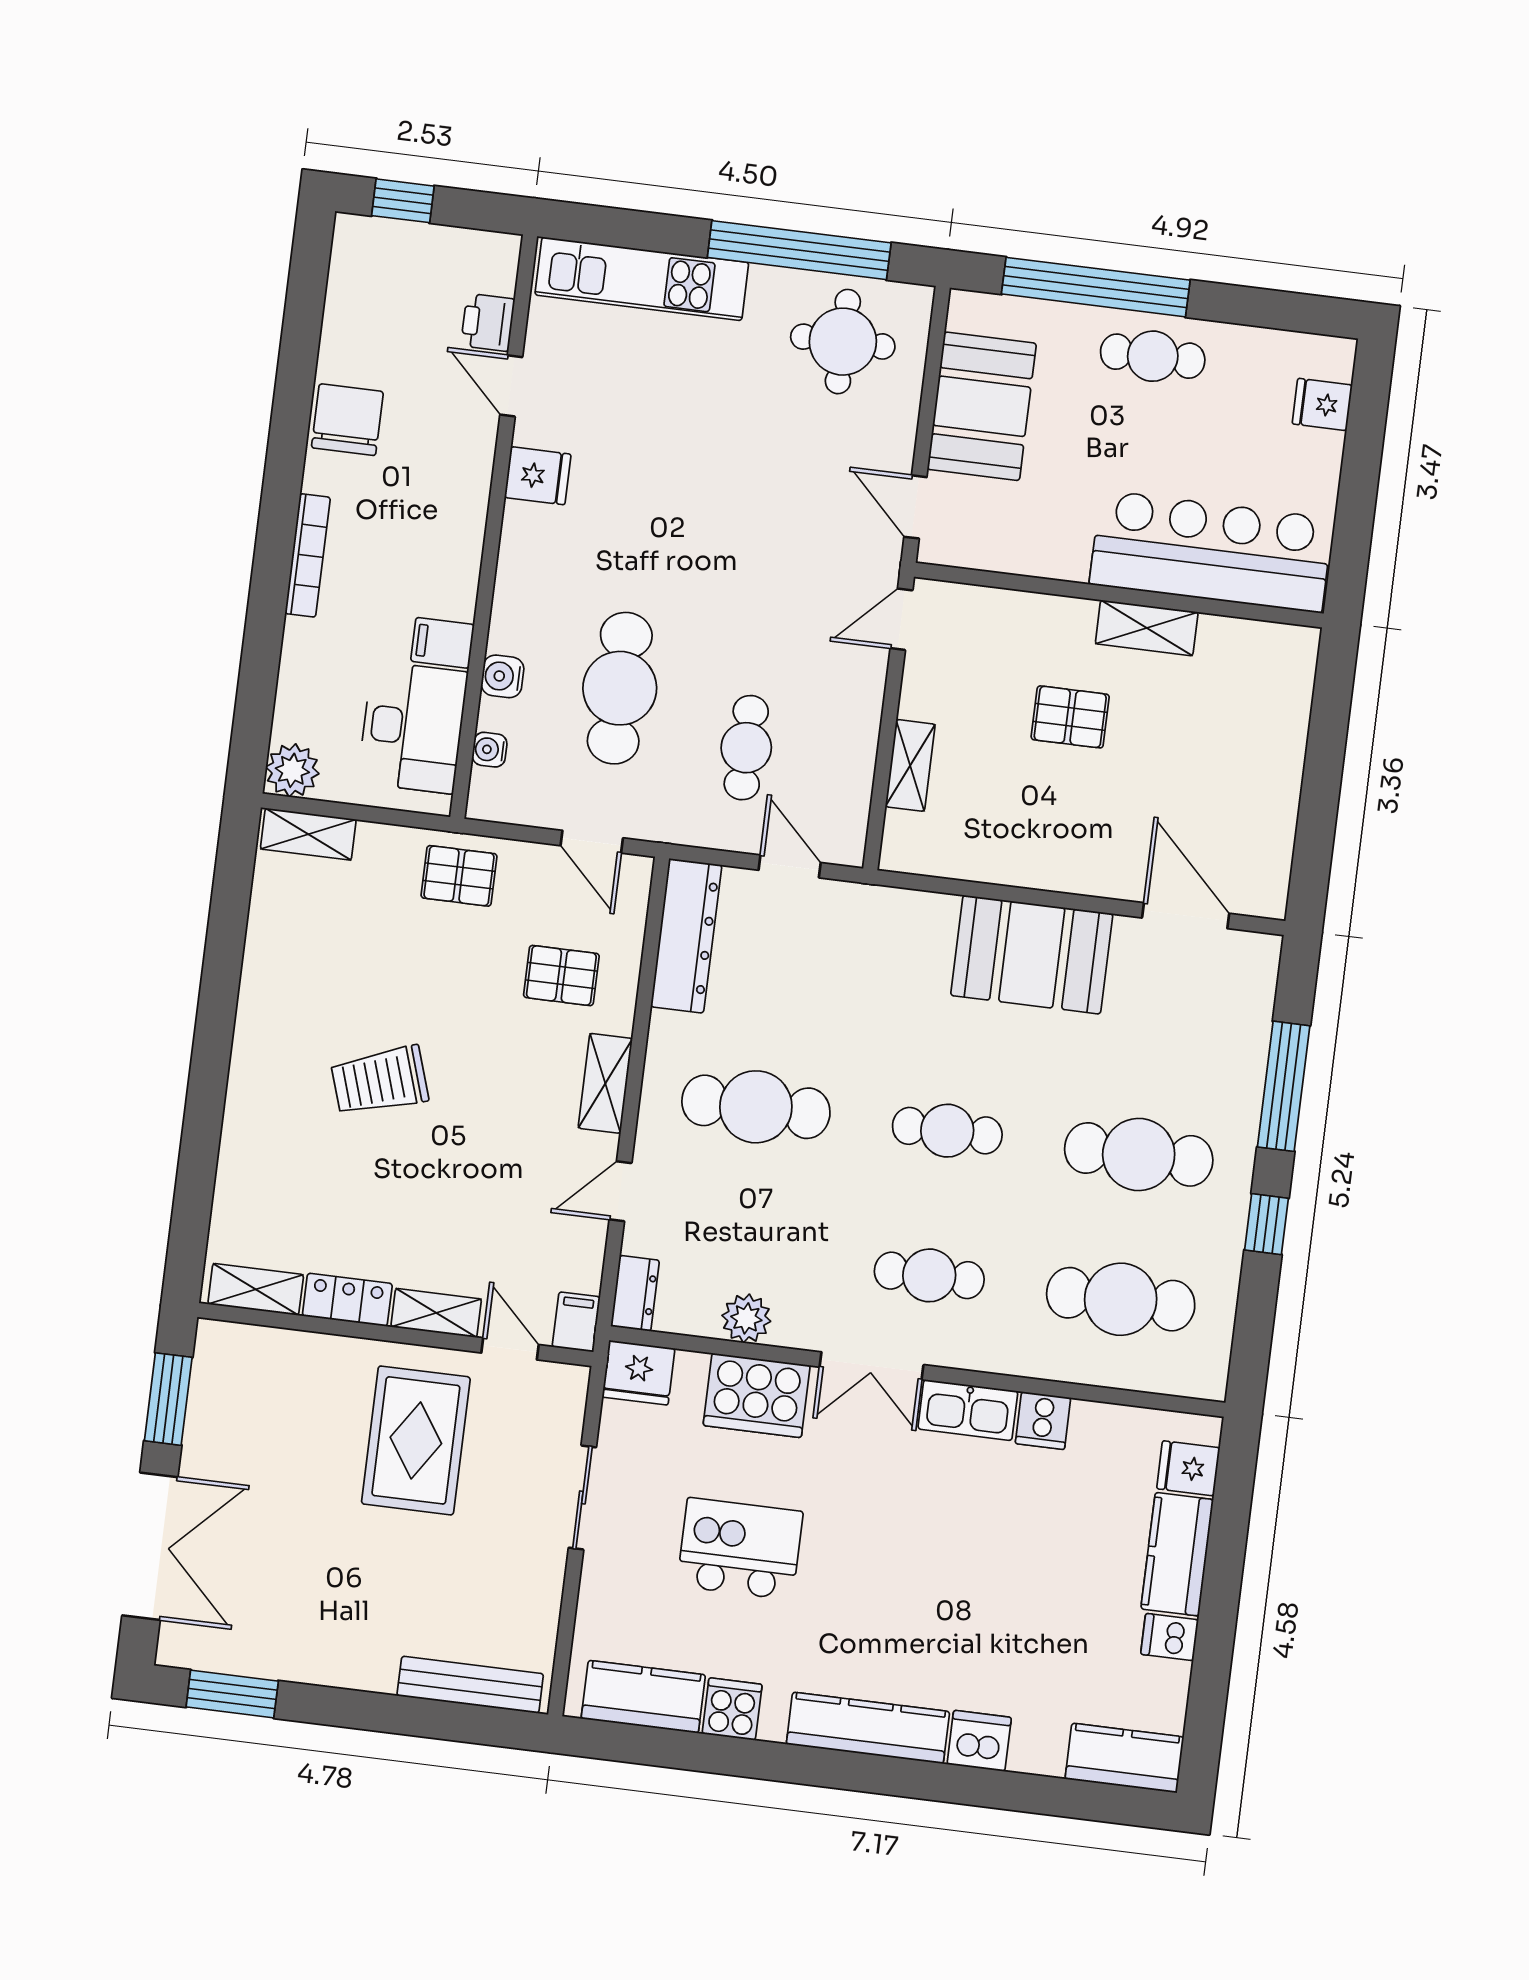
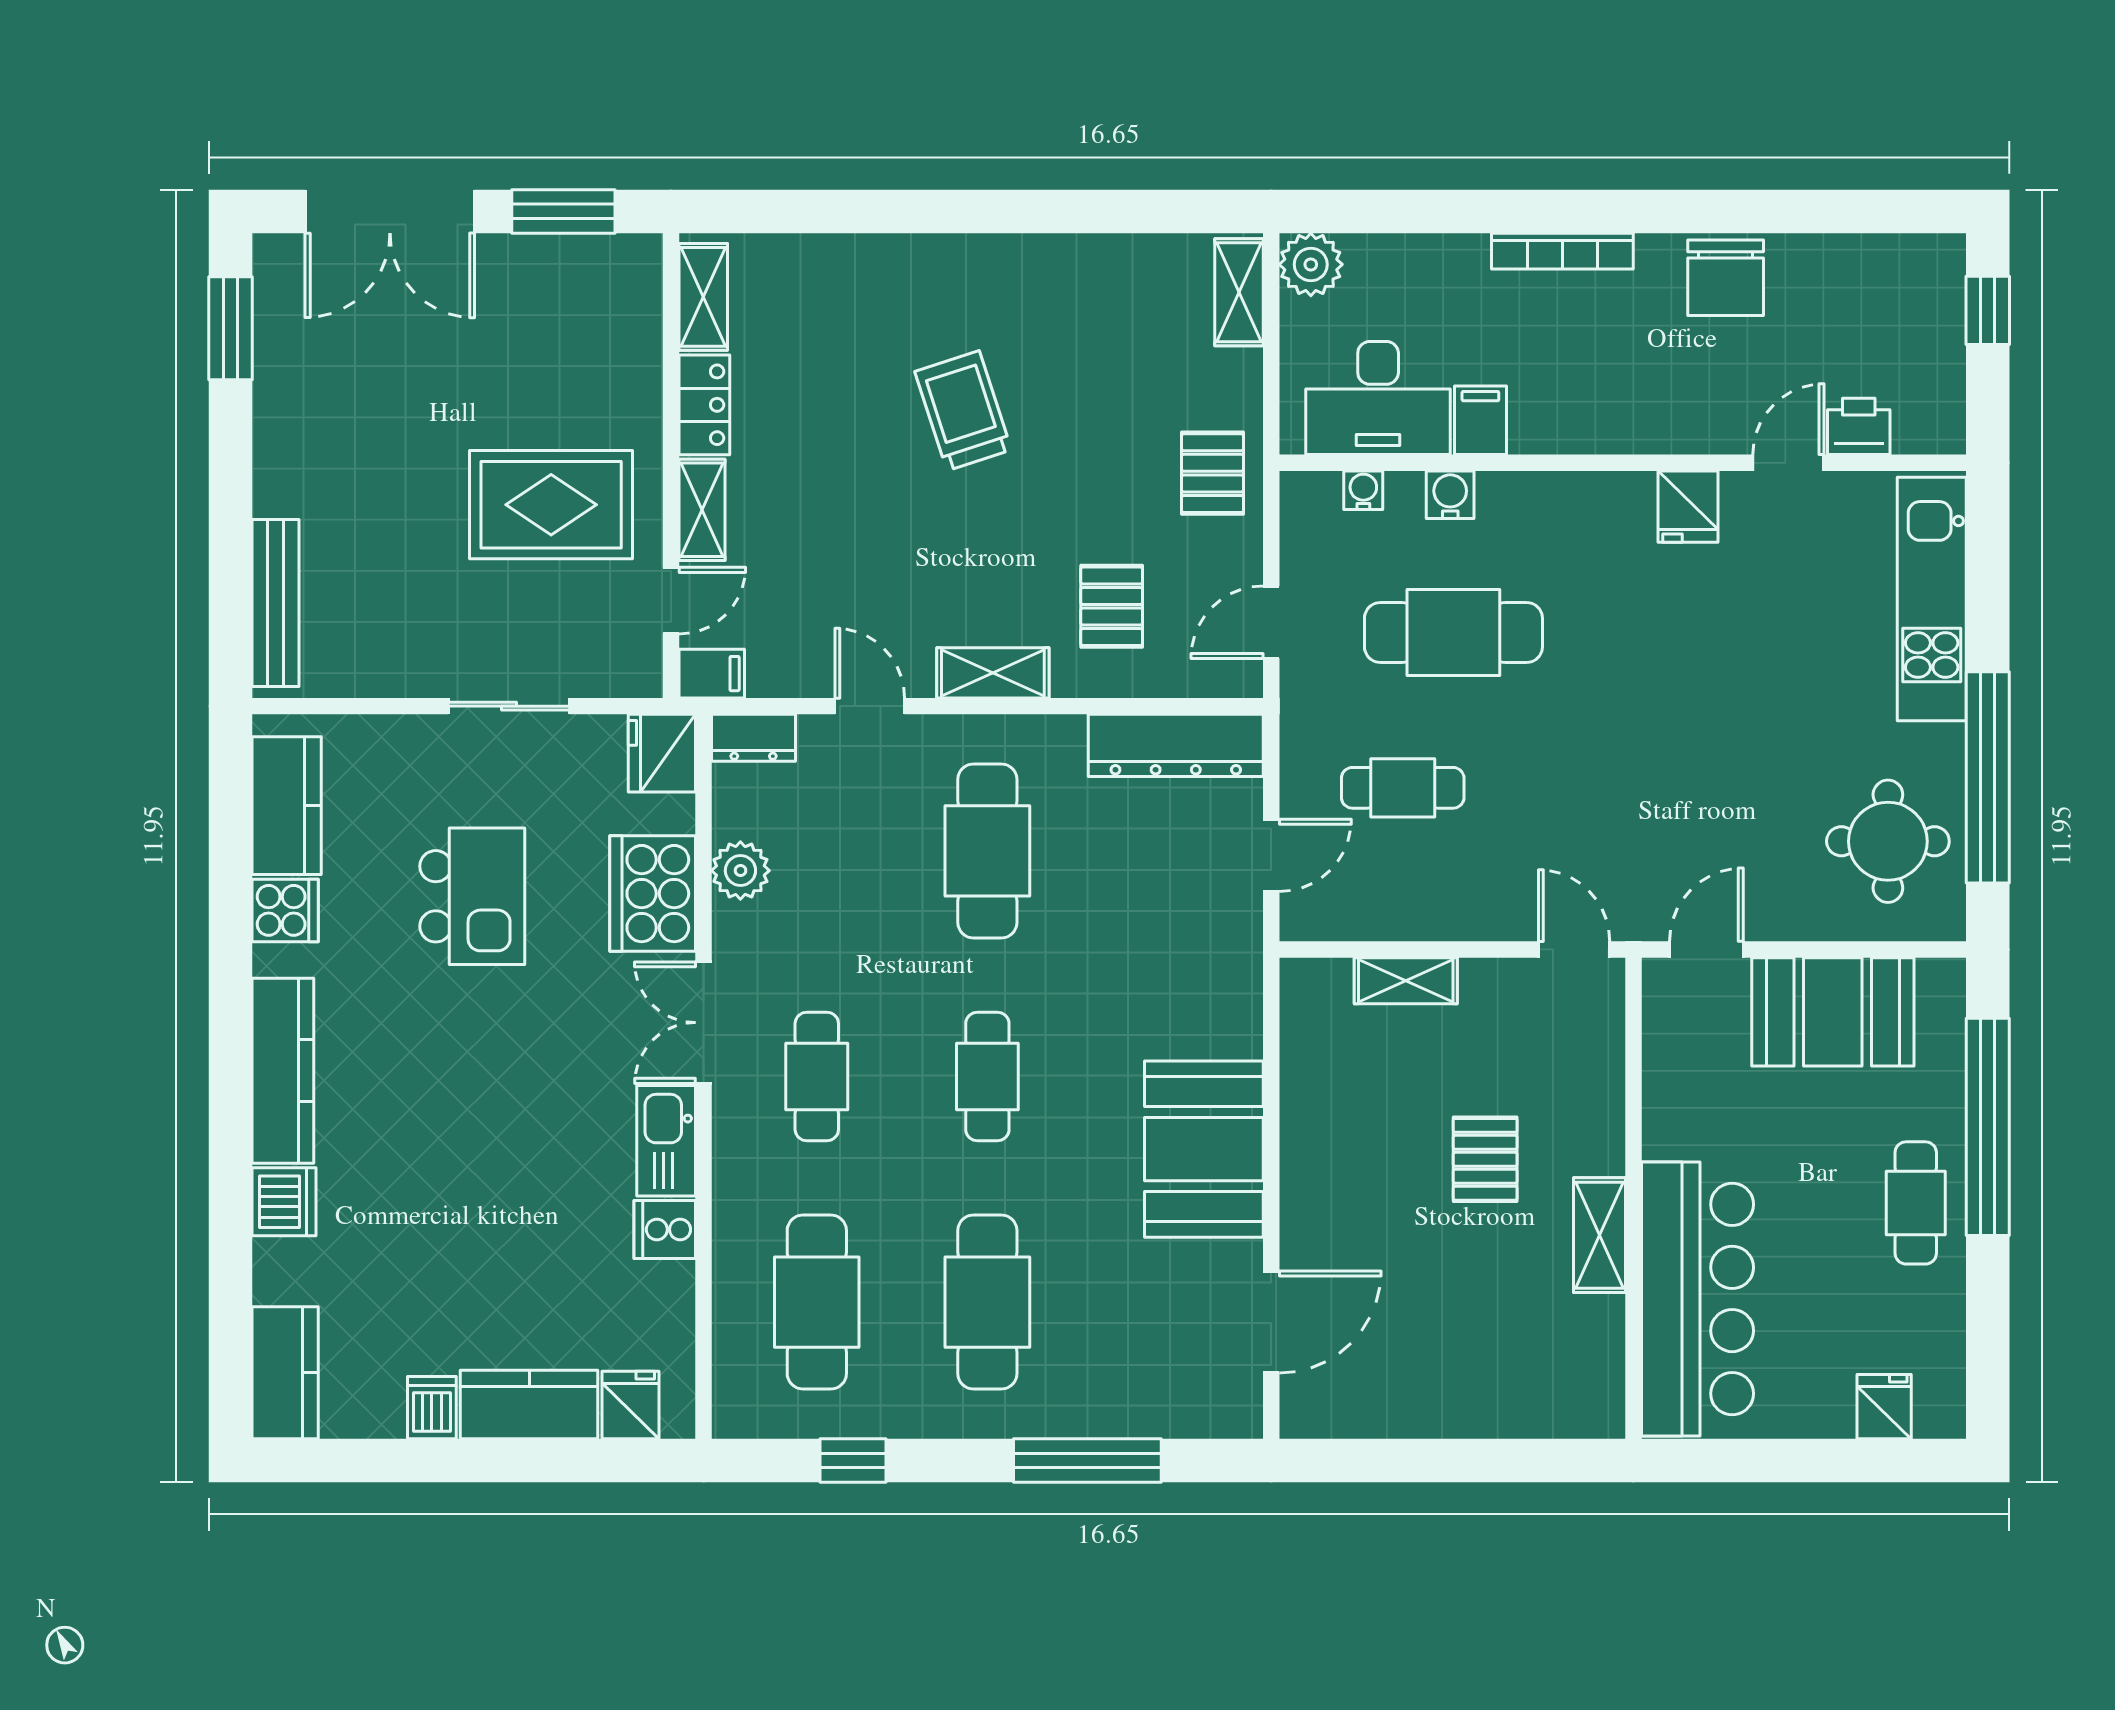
chair: (347, 420) -> (1726, 278), turned 90
window: (1266, 1224) -> (853, 1460), moved

